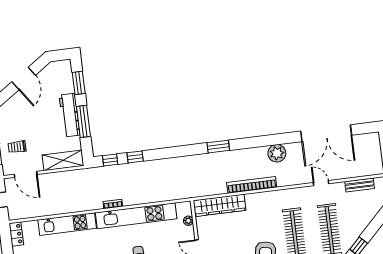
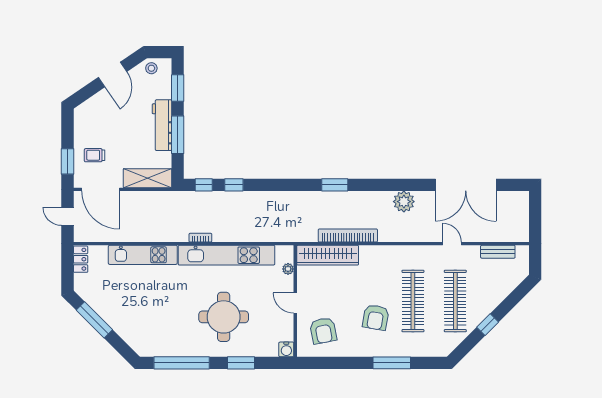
stool: (55, 69) -> (151, 68), added
door: (26, 174) -> (101, 189), width x1.36
bookcase: (252, 185) -> (348, 235), moved

